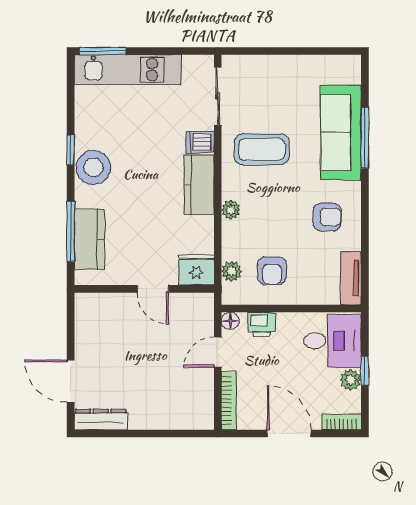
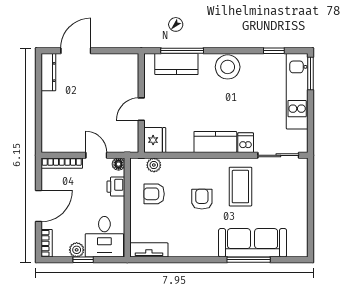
window: (71, 150) -> (274, 51), moved
plant: (231, 210) -> (198, 165), removed
armchair: (327, 217) -> (202, 199), moved, turned 180

